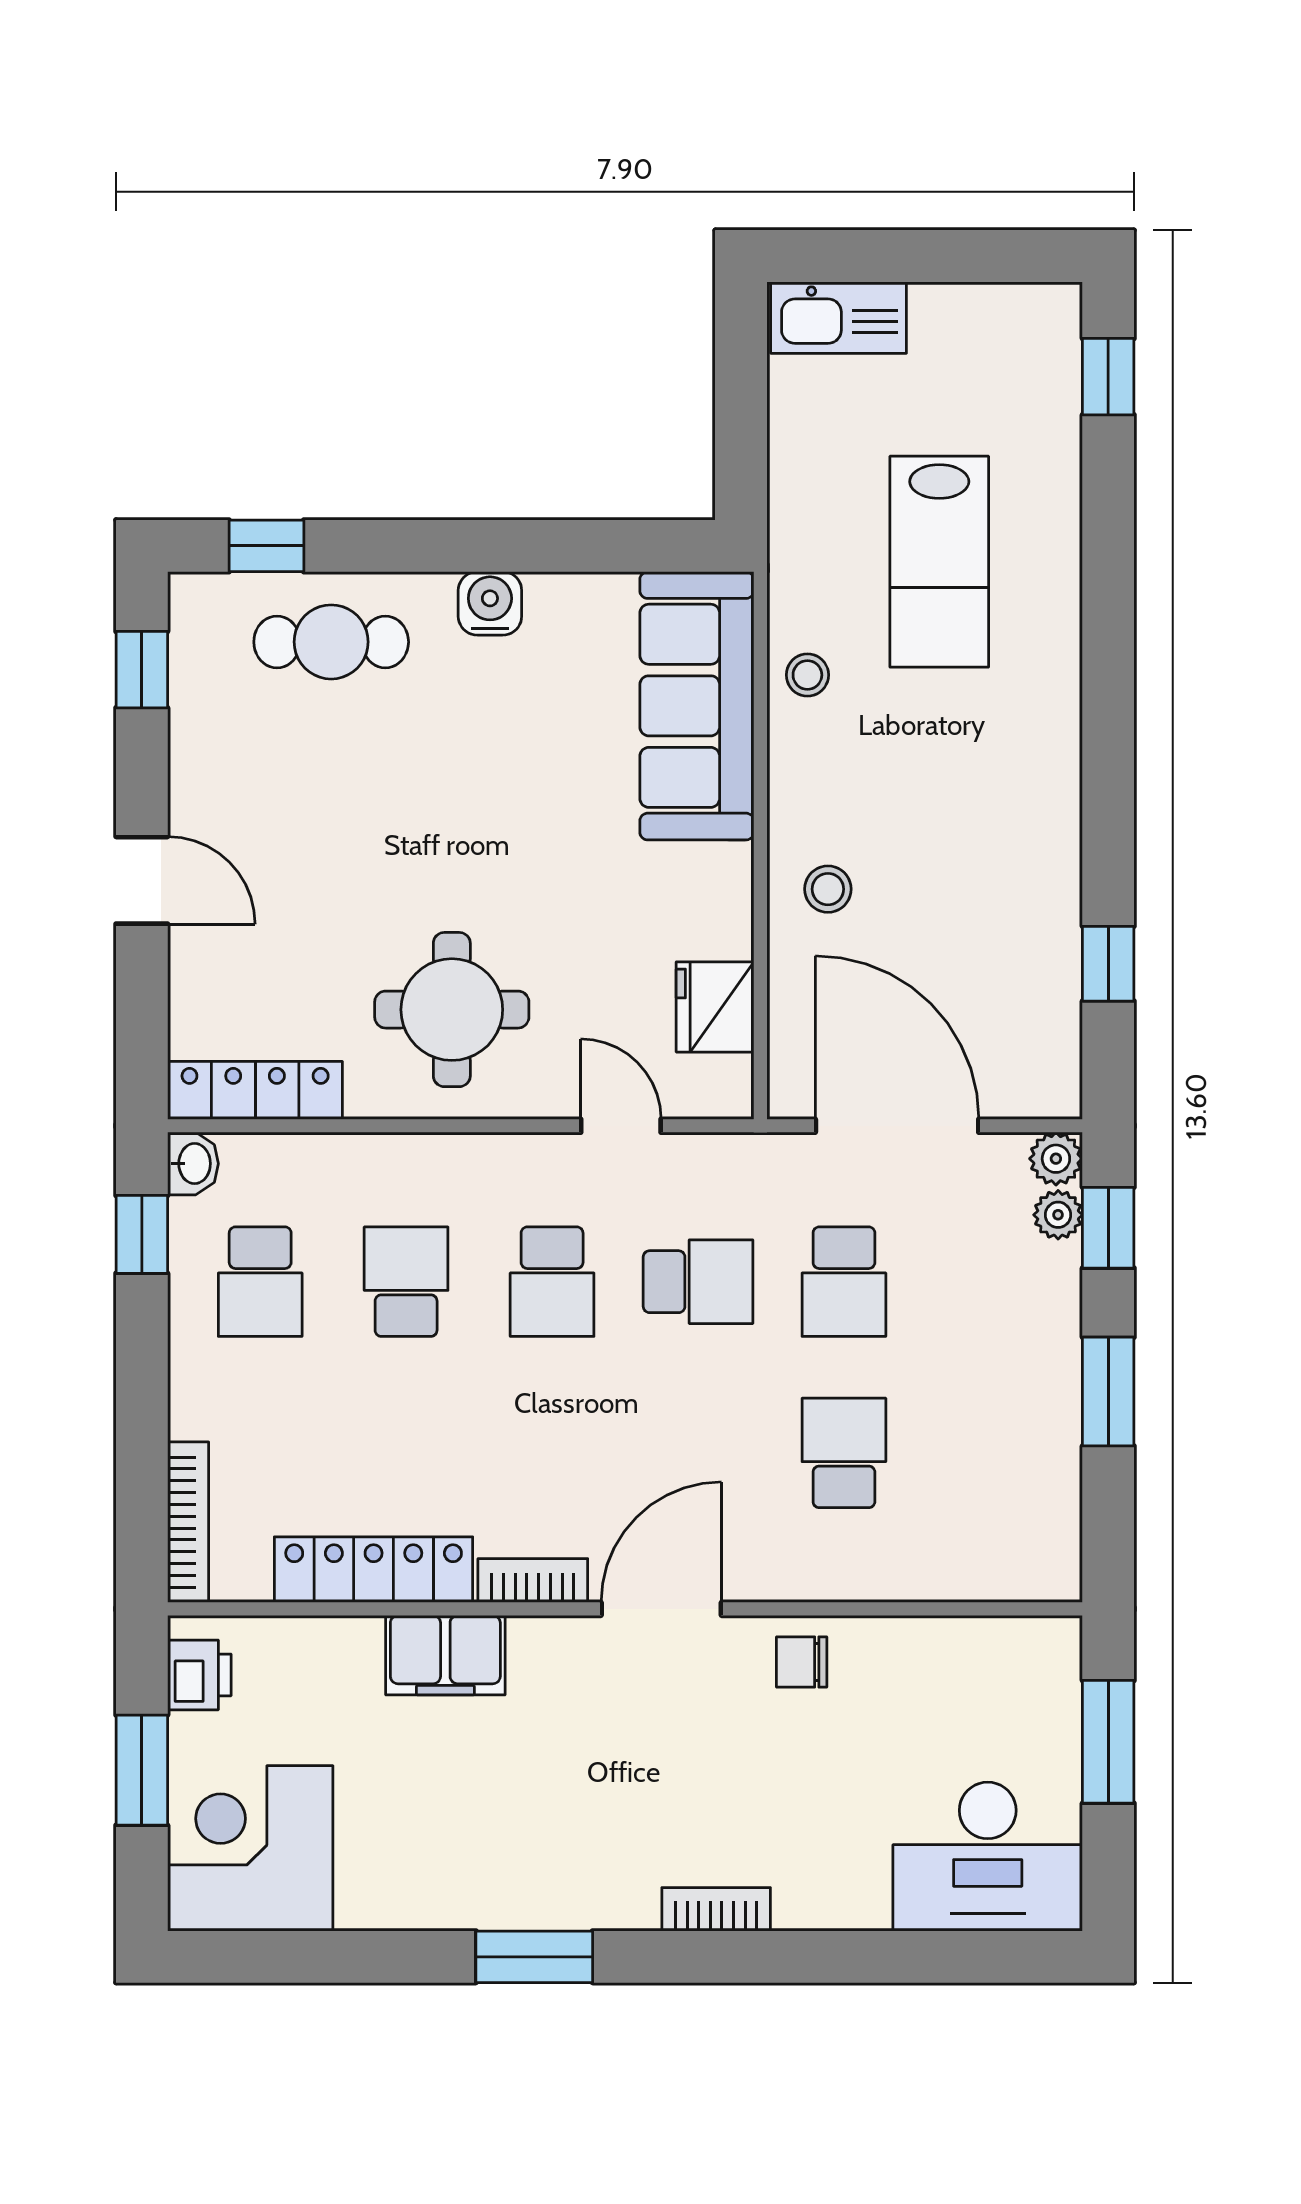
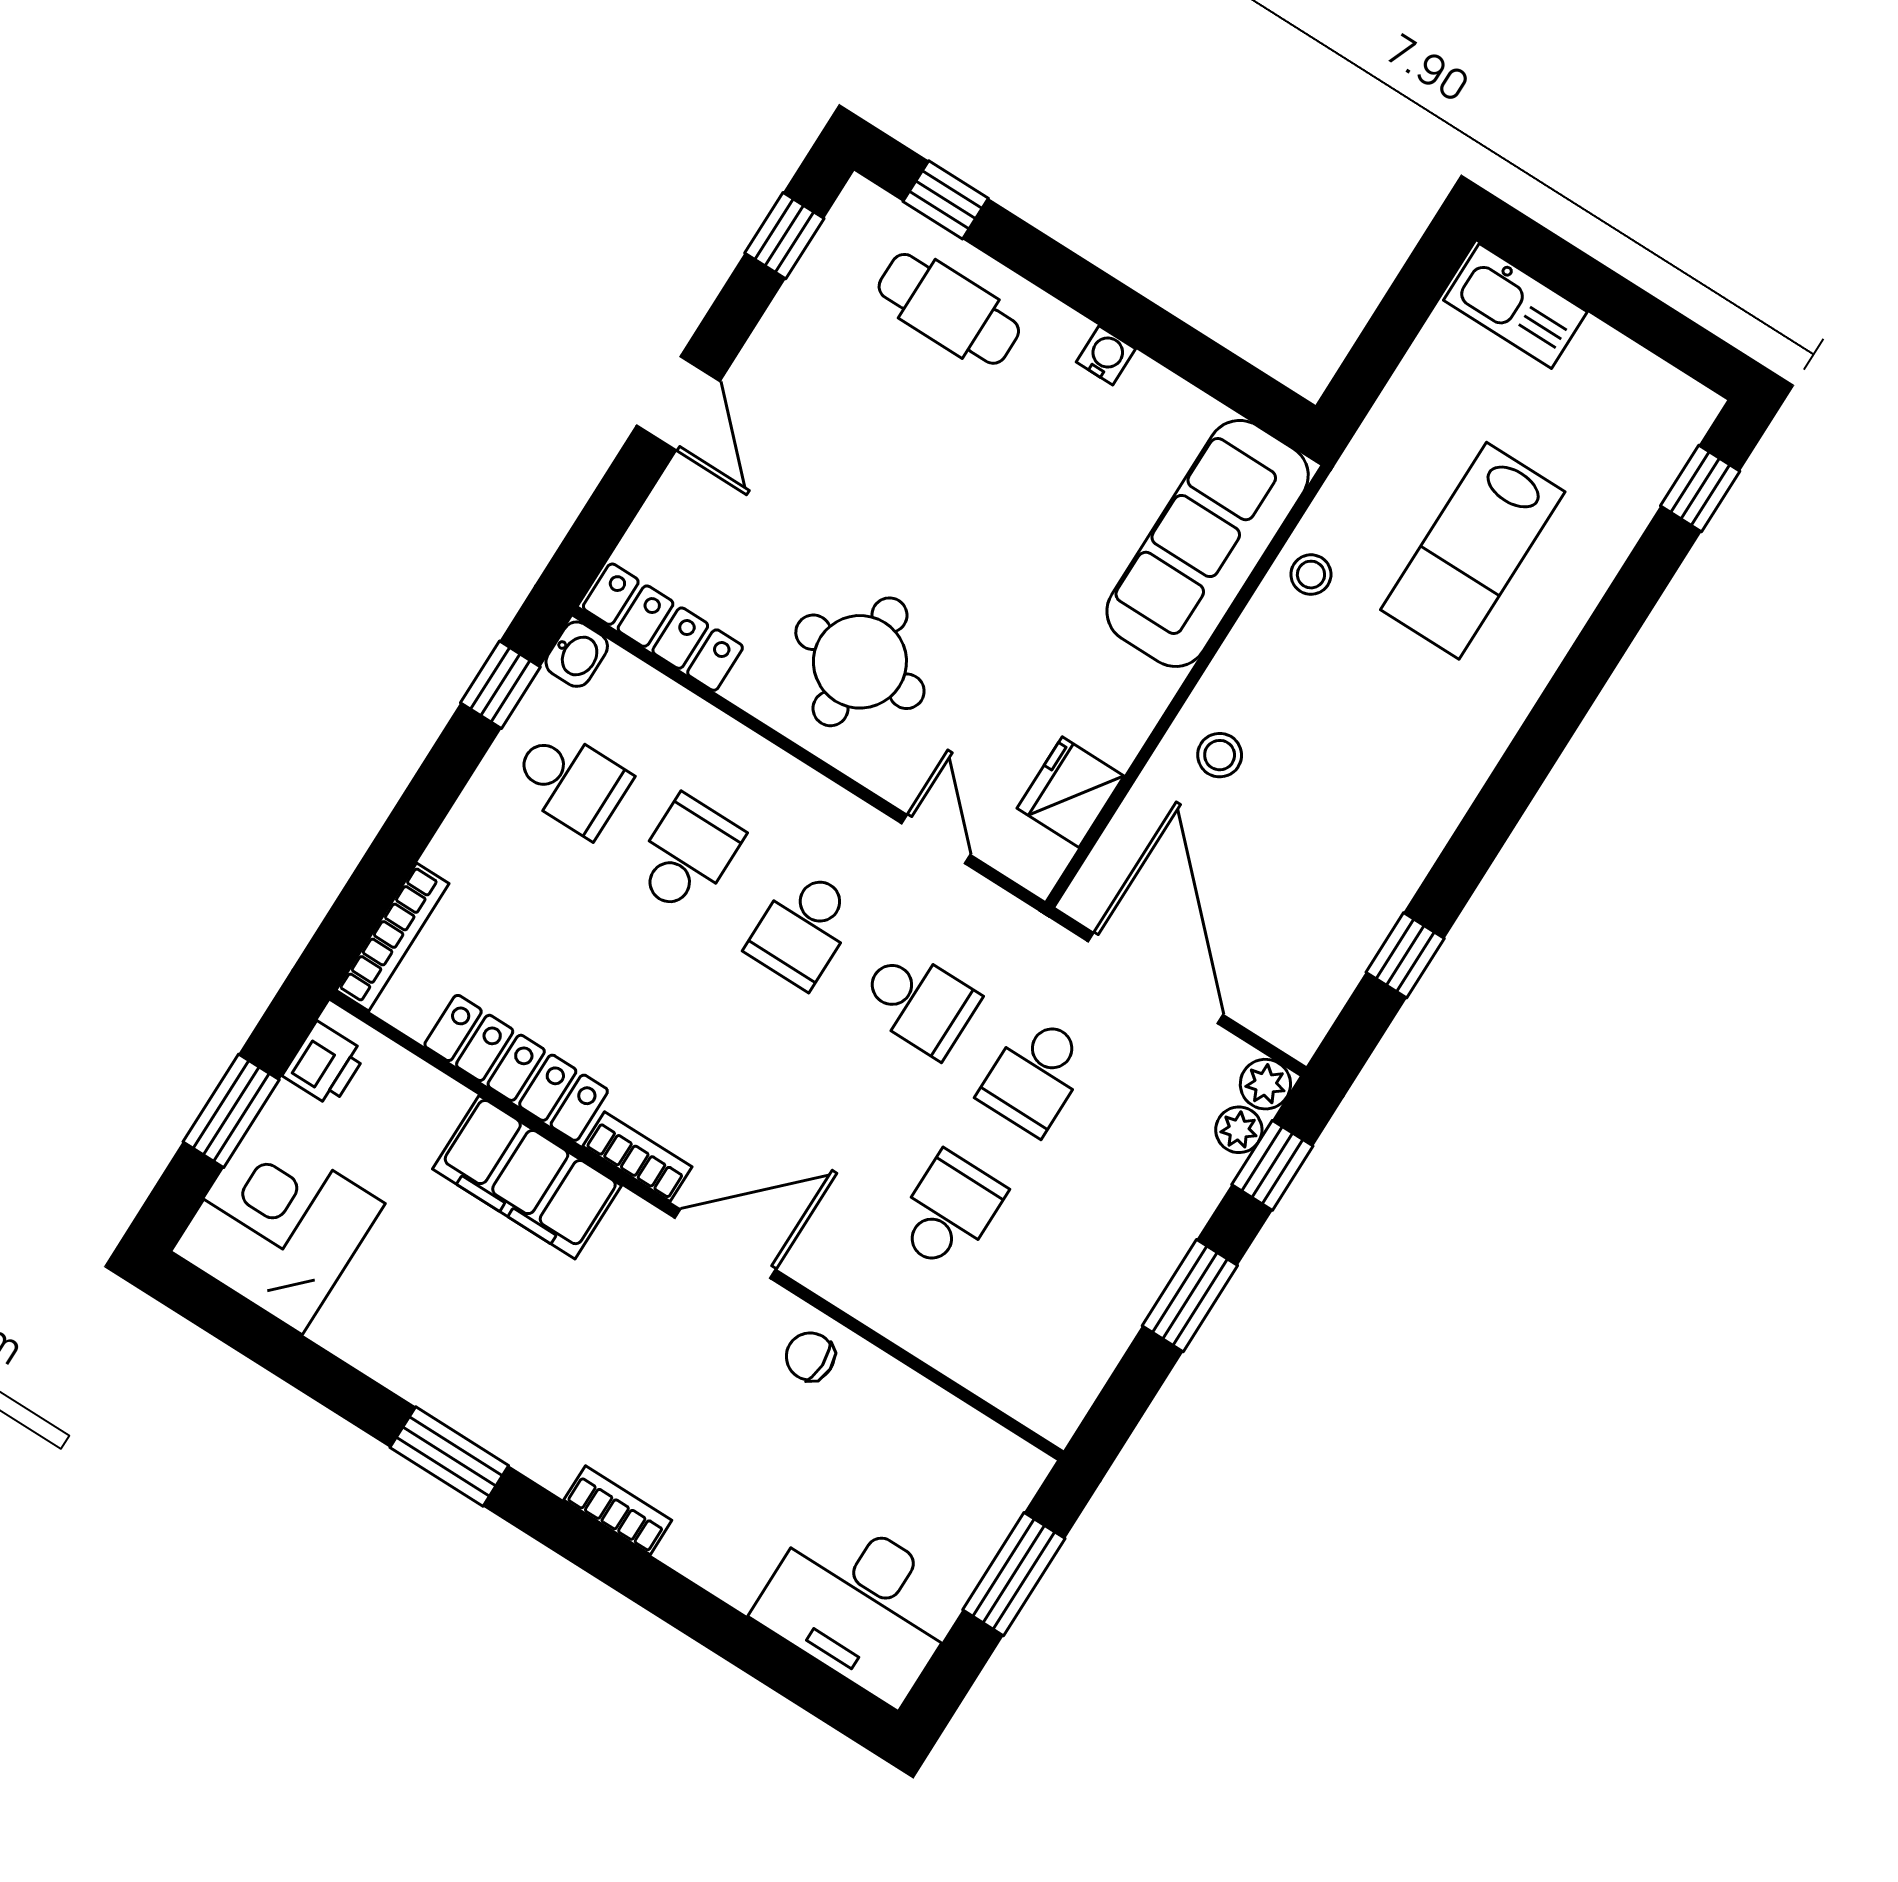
water cooler: (490, 603) -> (1106, 355), width x0.72, depth x0.72
school desk: (260, 1282) -> (571, 782), turned -90
filing cabinet: (445, 1655) -> (527, 1177), width x1.50, depth x1.17

